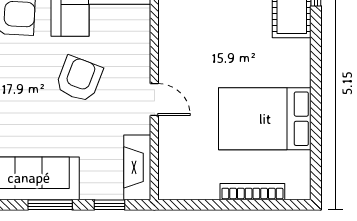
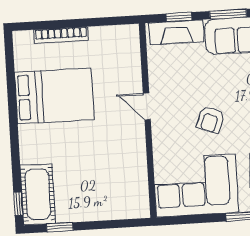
armchair: (79, 79) -> (210, 120), width x0.72, depth x0.72
fireplace: (137, 167) -> (176, 32), moved, turned 90

